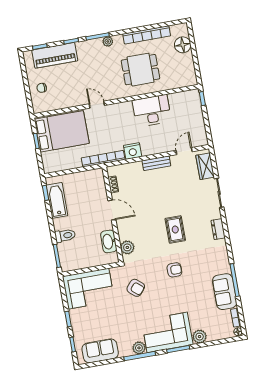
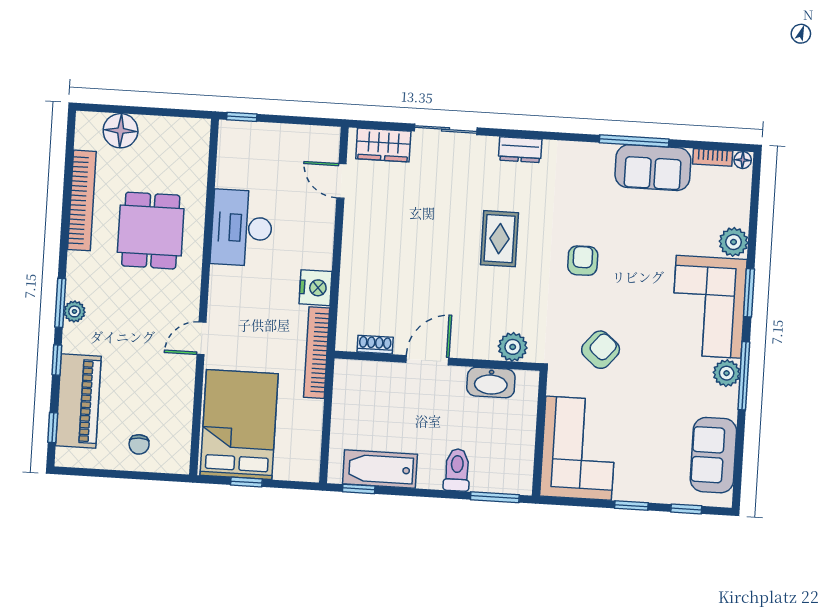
plant: (108, 41) -> (74, 311), moved
bench: (156, 163) -> (353, 244), removed
rug: (175, 230) -> (500, 239), turned 90

